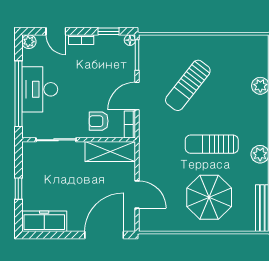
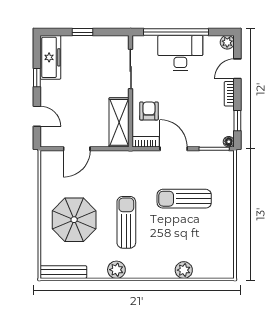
sun lounger: (188, 85) -> (184, 199), turned -38
window: (65, 235) -> (37, 78), added
door: (104, 235) -> (37, 116), width x0.53

